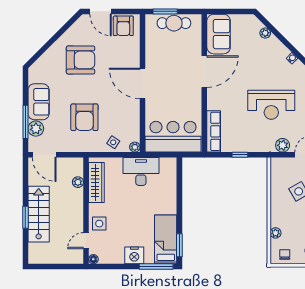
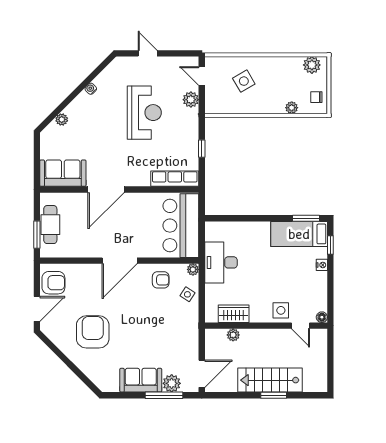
door: (204, 72) -> (106, 190), swing flipped
armchair: (84, 117) -> (161, 280), moved, width x0.53, depth x0.53
wardrobe: (96, 182) -> (234, 314), width x0.67
nightstand: (134, 255) -> (322, 265), width x0.53, depth x0.56
window: (156, 267) -> (330, 245), width x0.46

